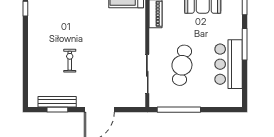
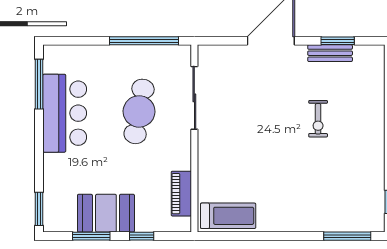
window: (245, 44) -> (39, 84), moved
bench: (57, 102) -> (330, 53), width x0.73

